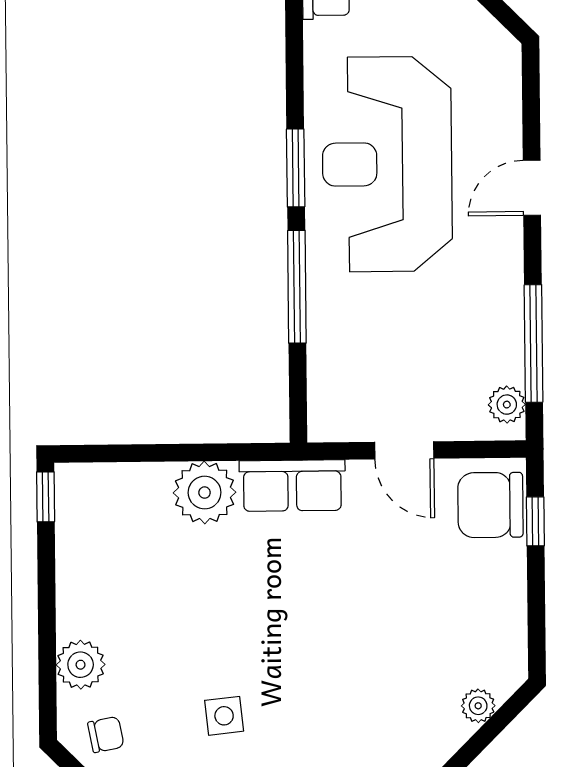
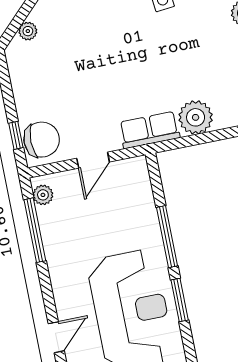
door: (532, 188) -> (56, 337), moved
door: (404, 450) -> (93, 160), swing flipped

